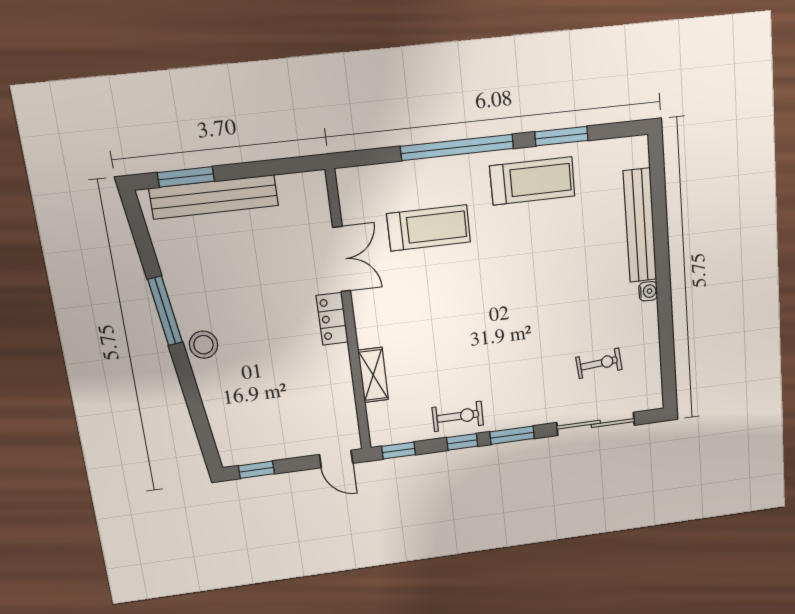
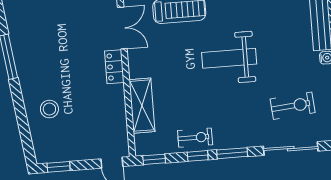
weight bench: (506, 298) -> (229, 58), added
stool: (203, 345) -> (49, 109), moved
exercise bike: (599, 363) -> (293, 106), width x1.38, depth x1.39
shelving: (373, 375) -> (142, 106), width x1.50, depth x1.33

